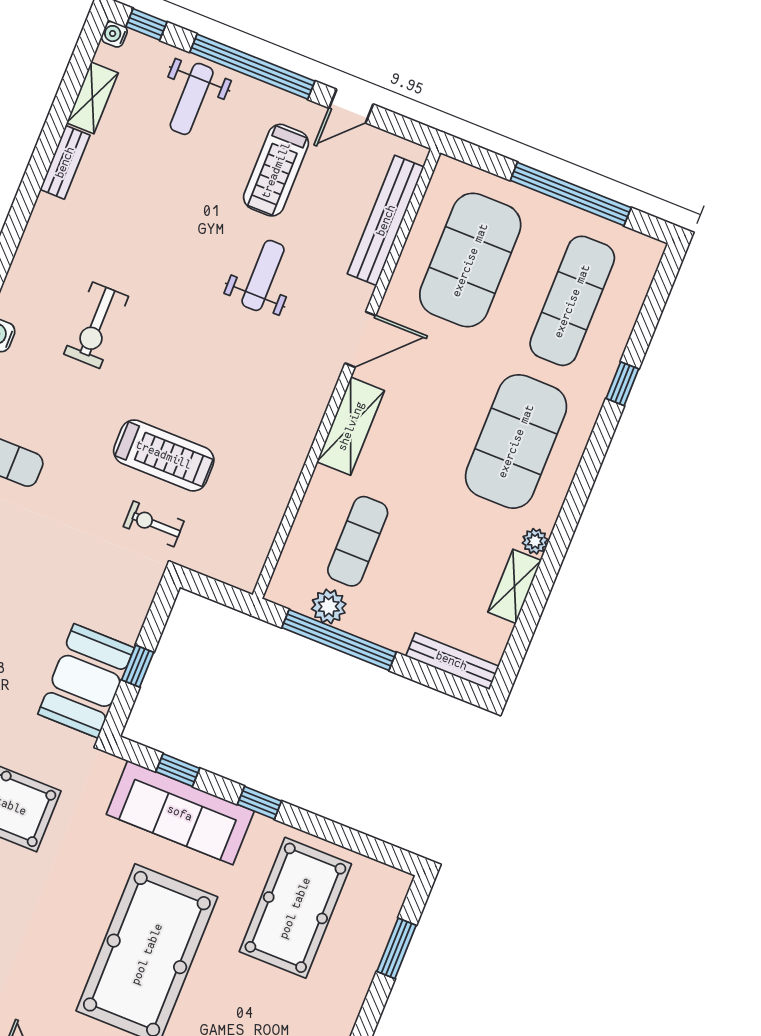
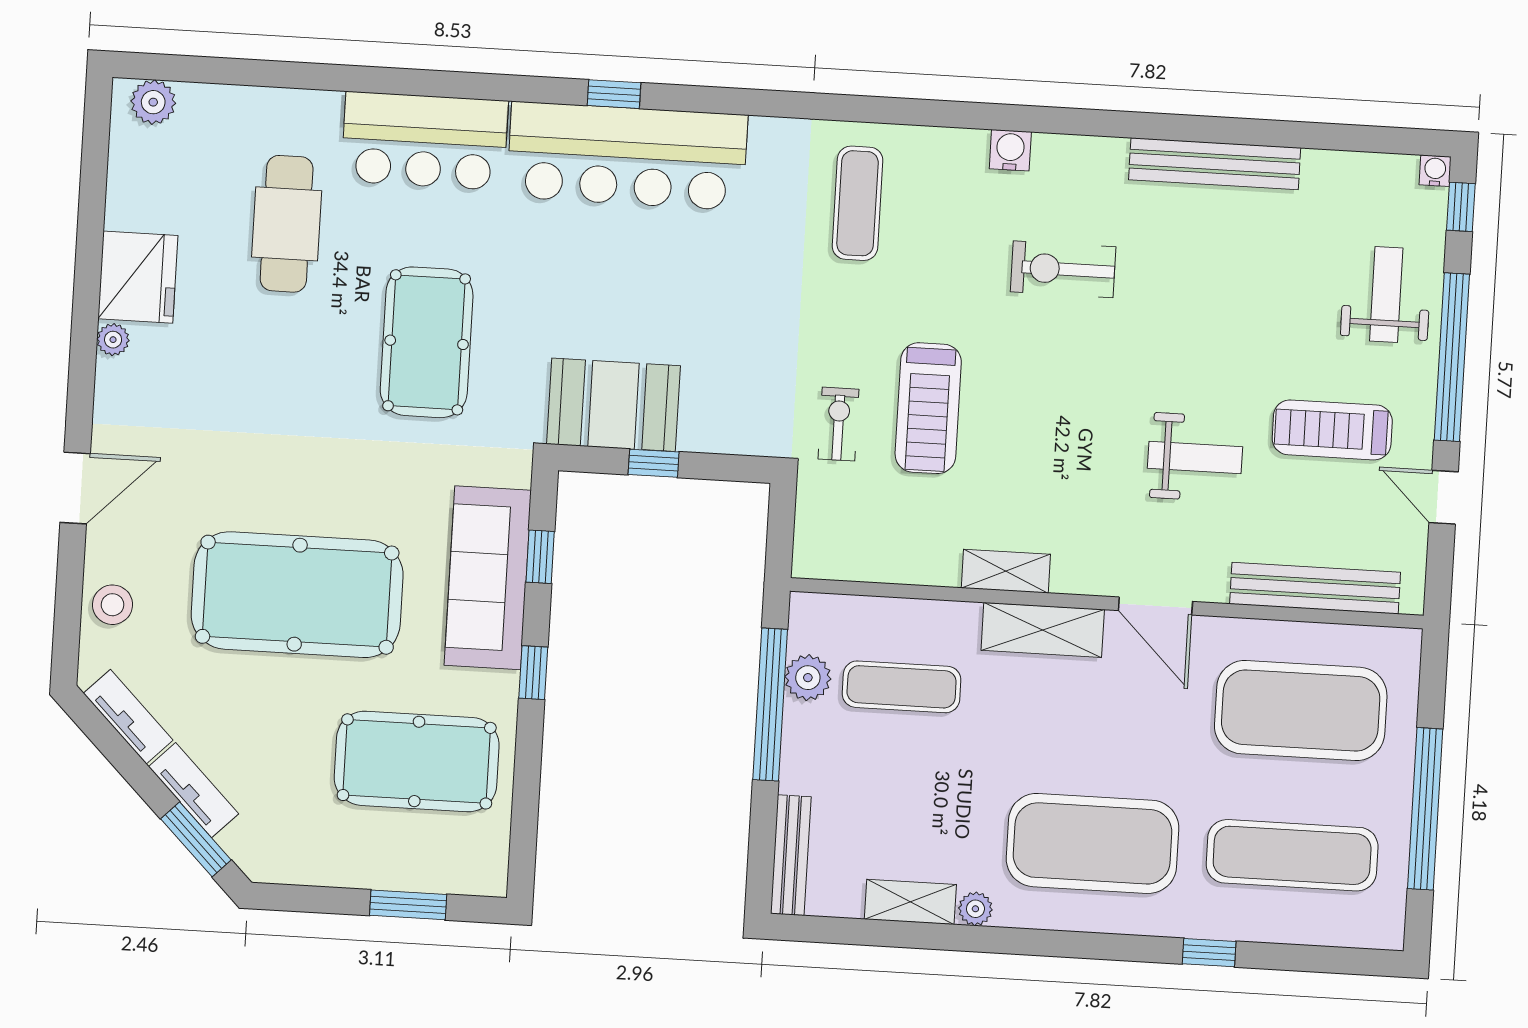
shelving: (92, 98) -> (1006, 571), moved
weight bench: (192, 99) -> (1386, 295), turned 90
bench: (65, 162) -> (1215, 164), width x1.86, depth x1.21

